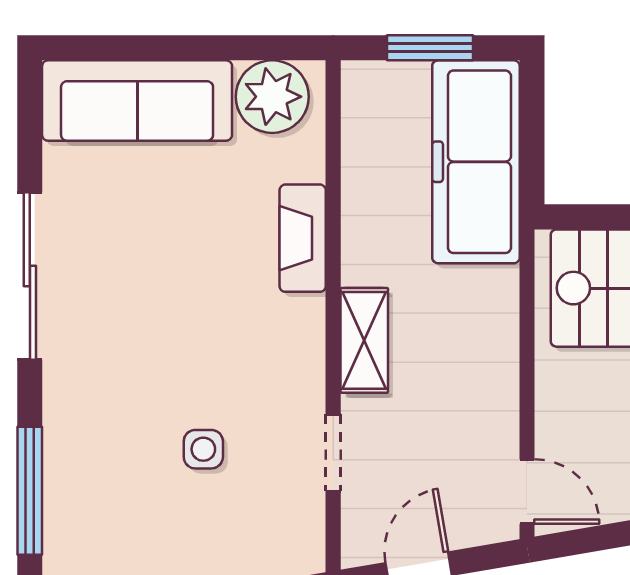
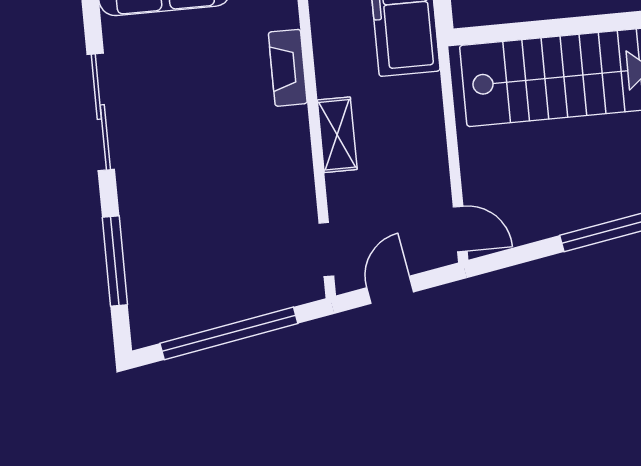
side table: (203, 449) -> (233, 221), removed
doorway: (333, 453) -> (326, 249), moved

